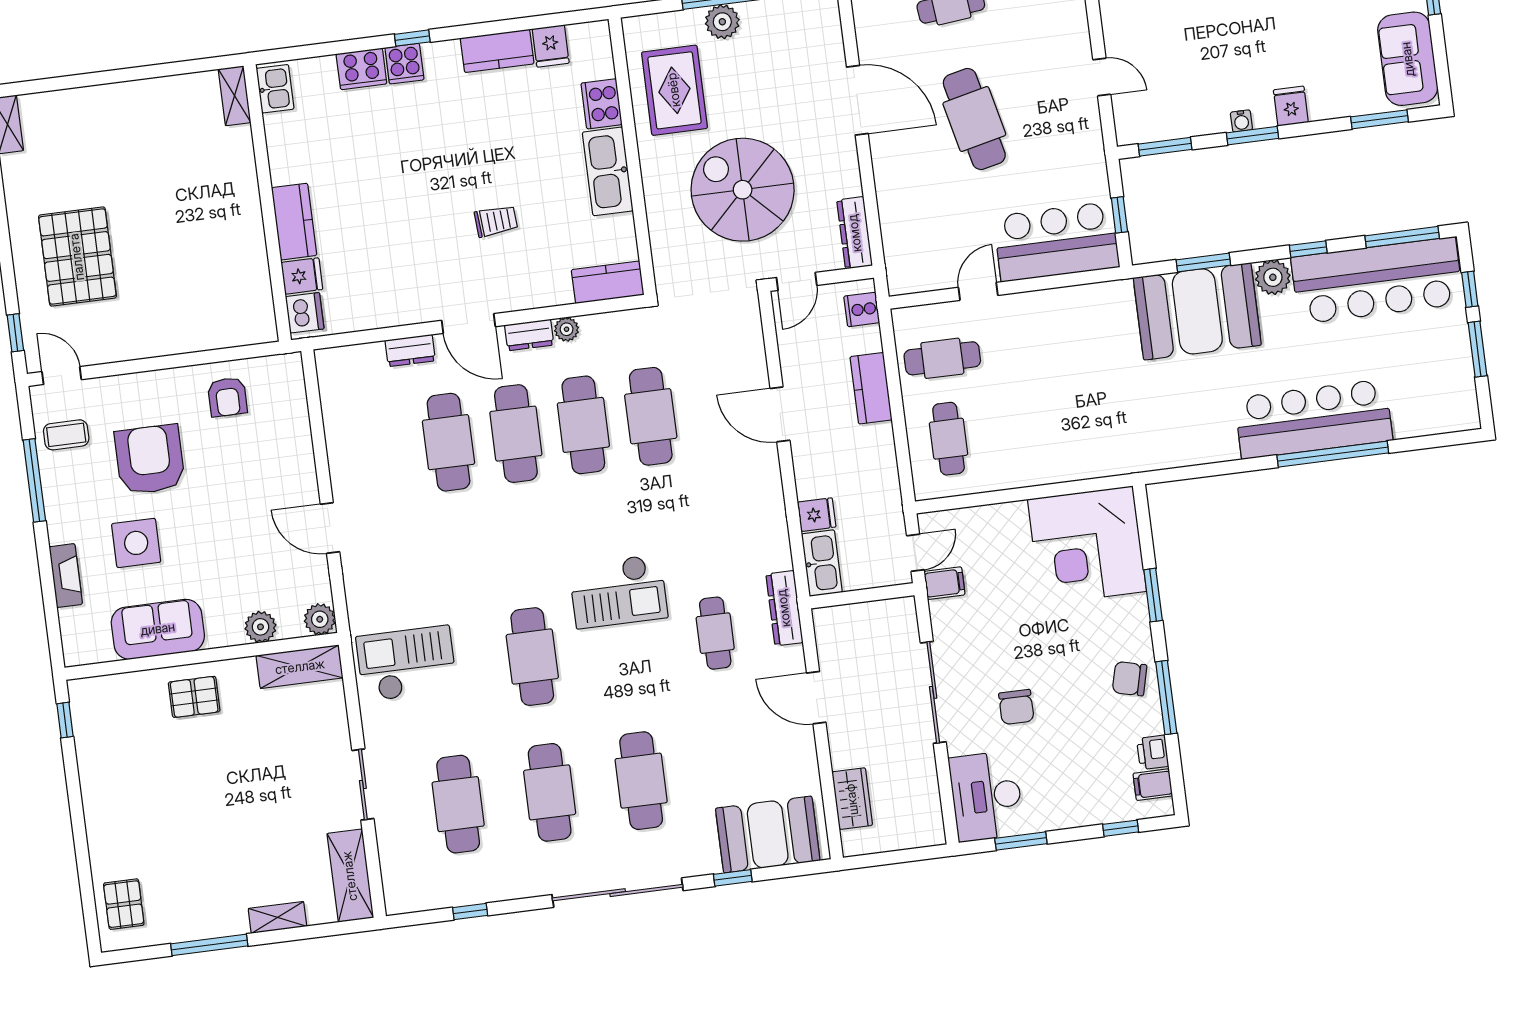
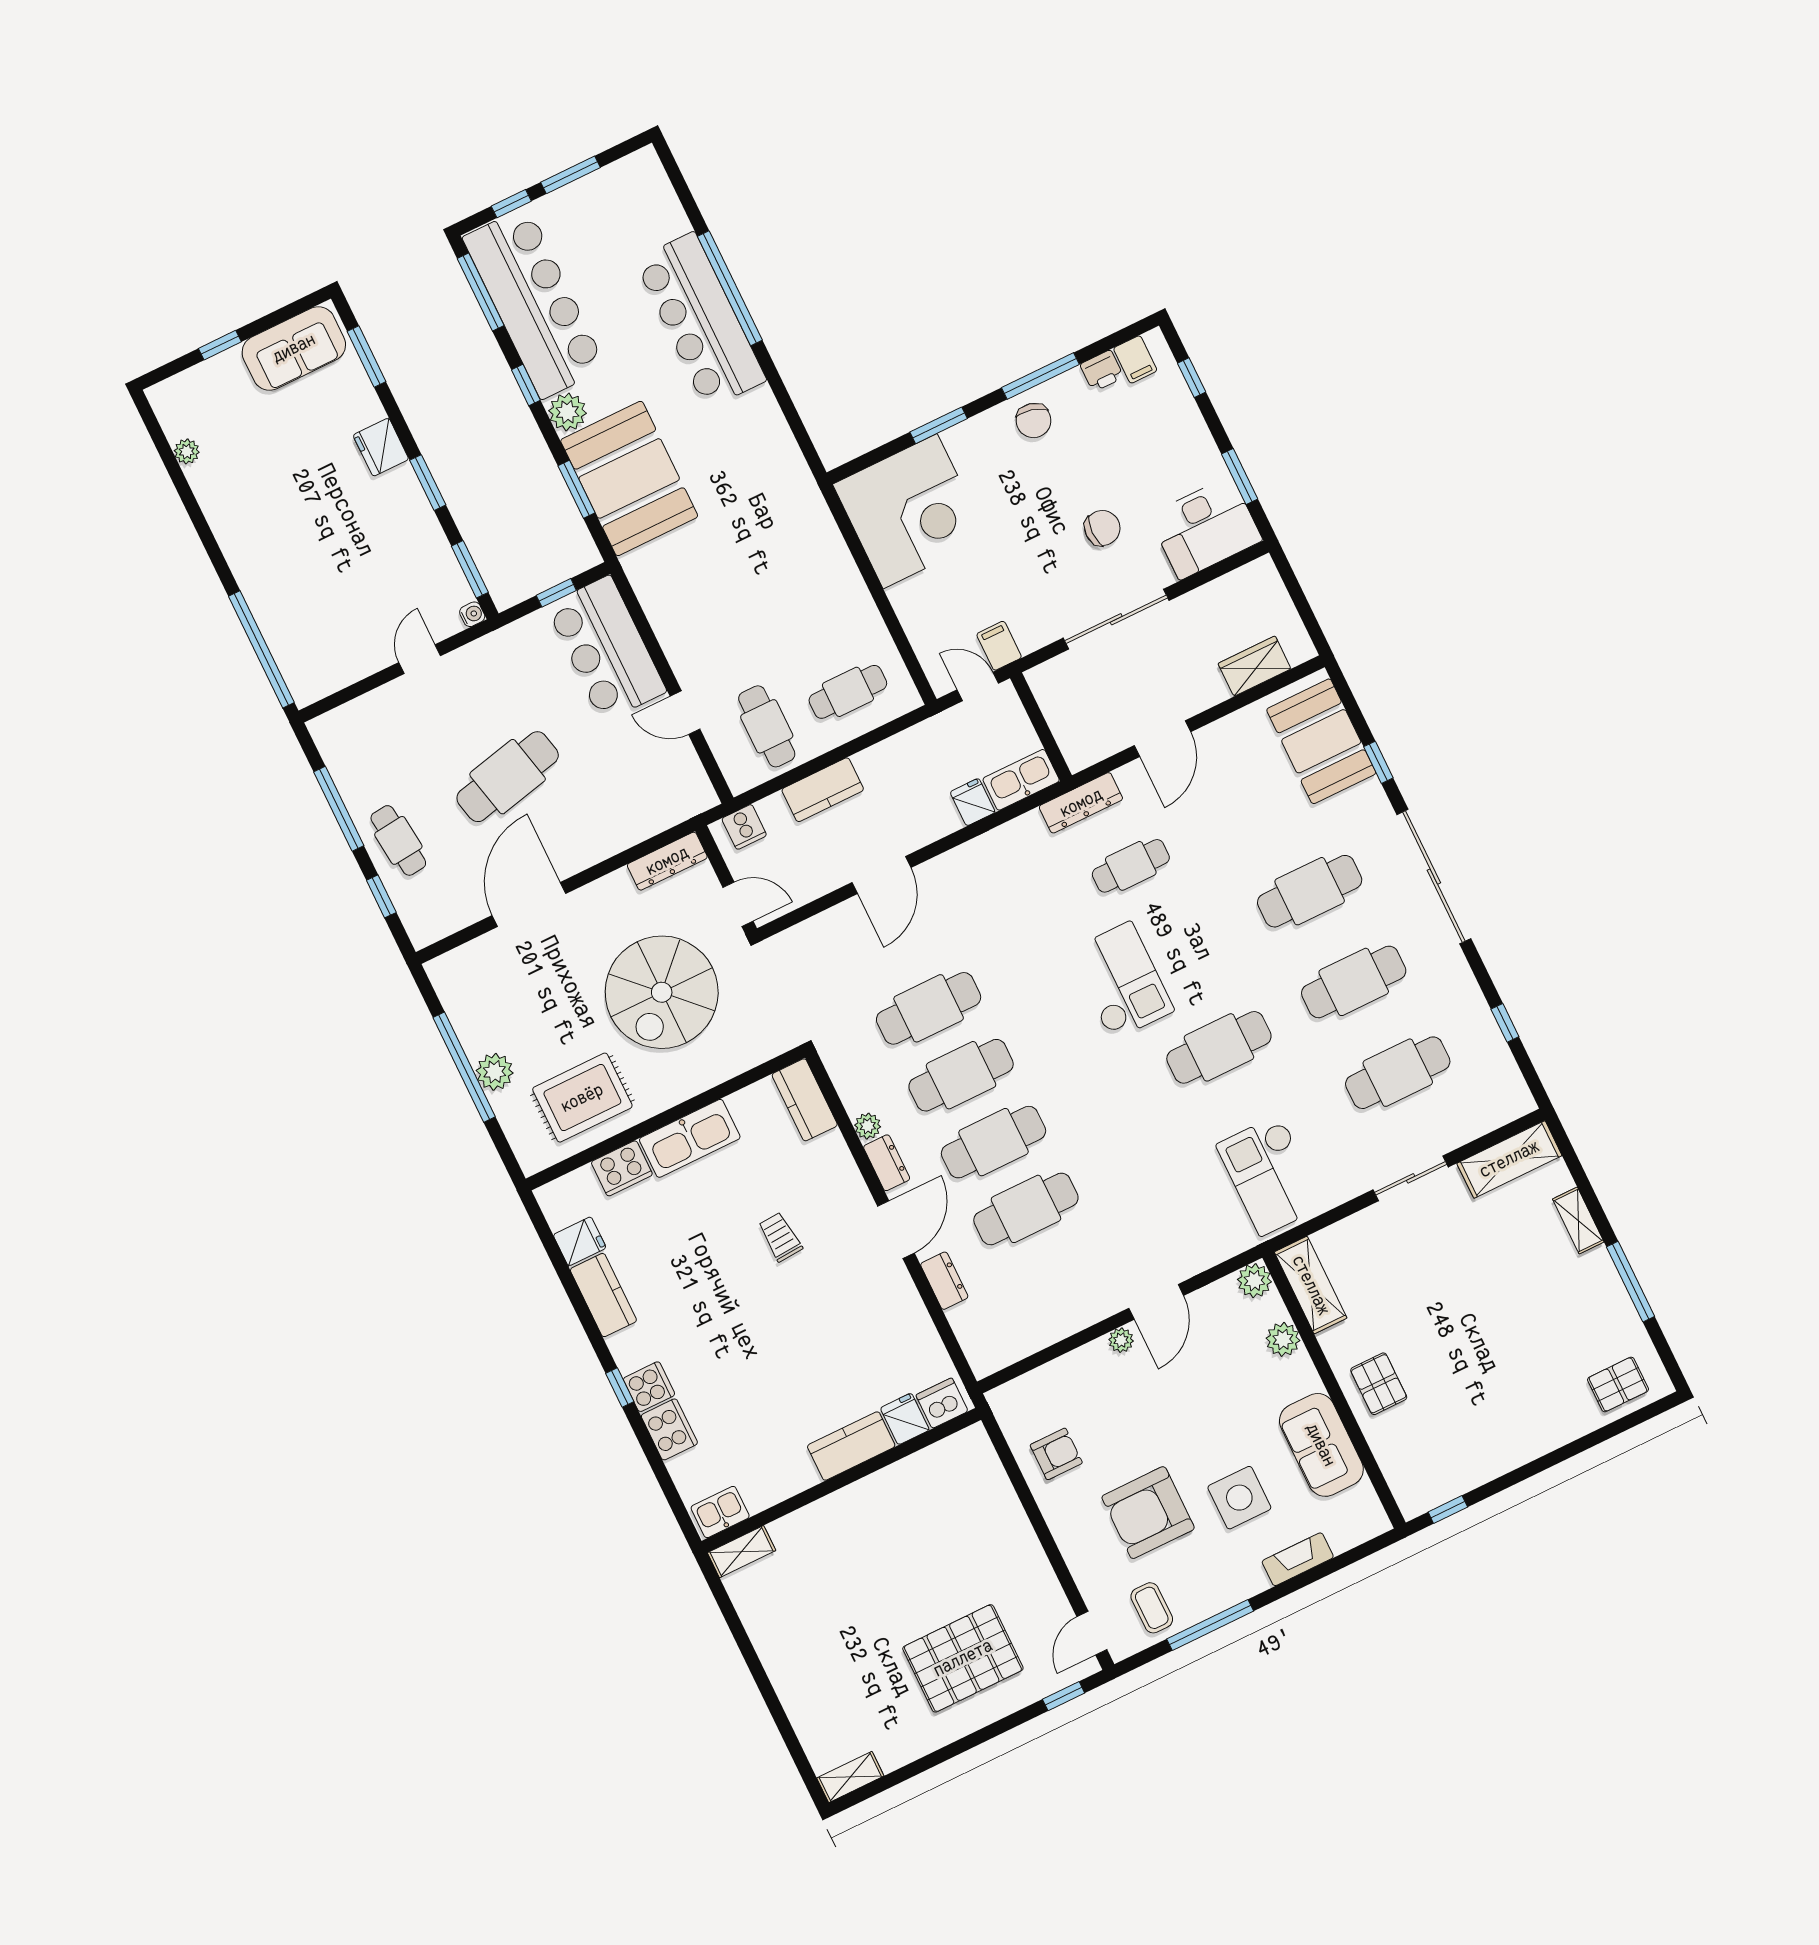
fridge: (1291, 106) -> (381, 447), width x1.38
water cooler: (1241, 121) -> (472, 614), moved
plant: (307, 486) -> (1121, 1340), added

